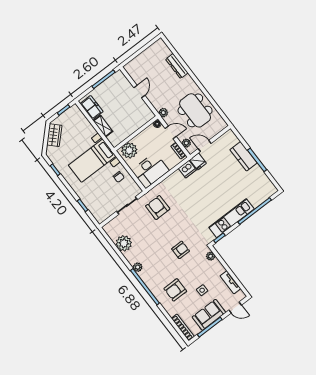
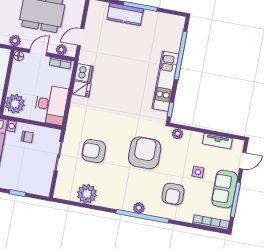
fridge: (198, 161) -> (81, 89), moved
armchair: (158, 207) -> (94, 151), moved
armchair: (181, 250) -> (145, 153), width x1.88, depth x1.88
plant: (138, 267) -> (139, 208), moved

